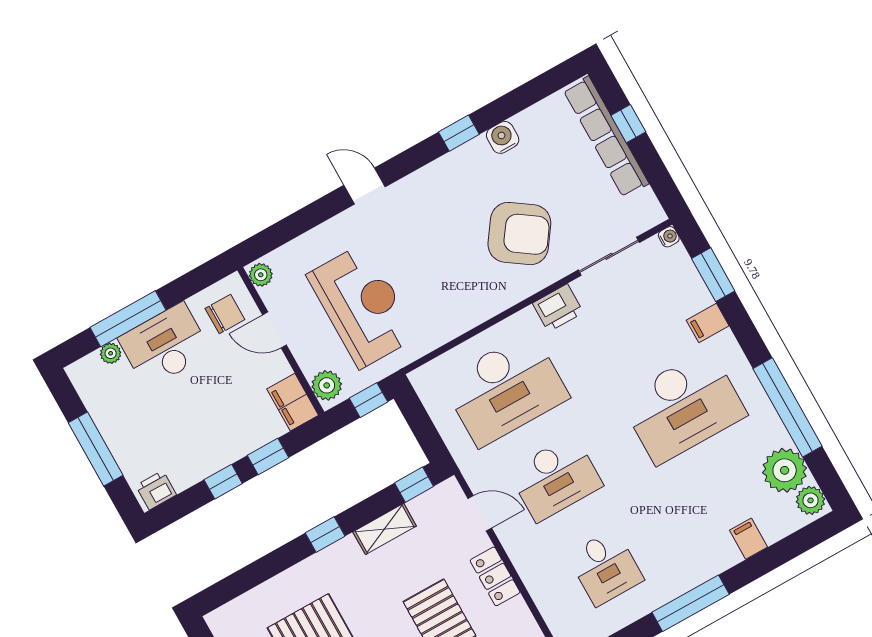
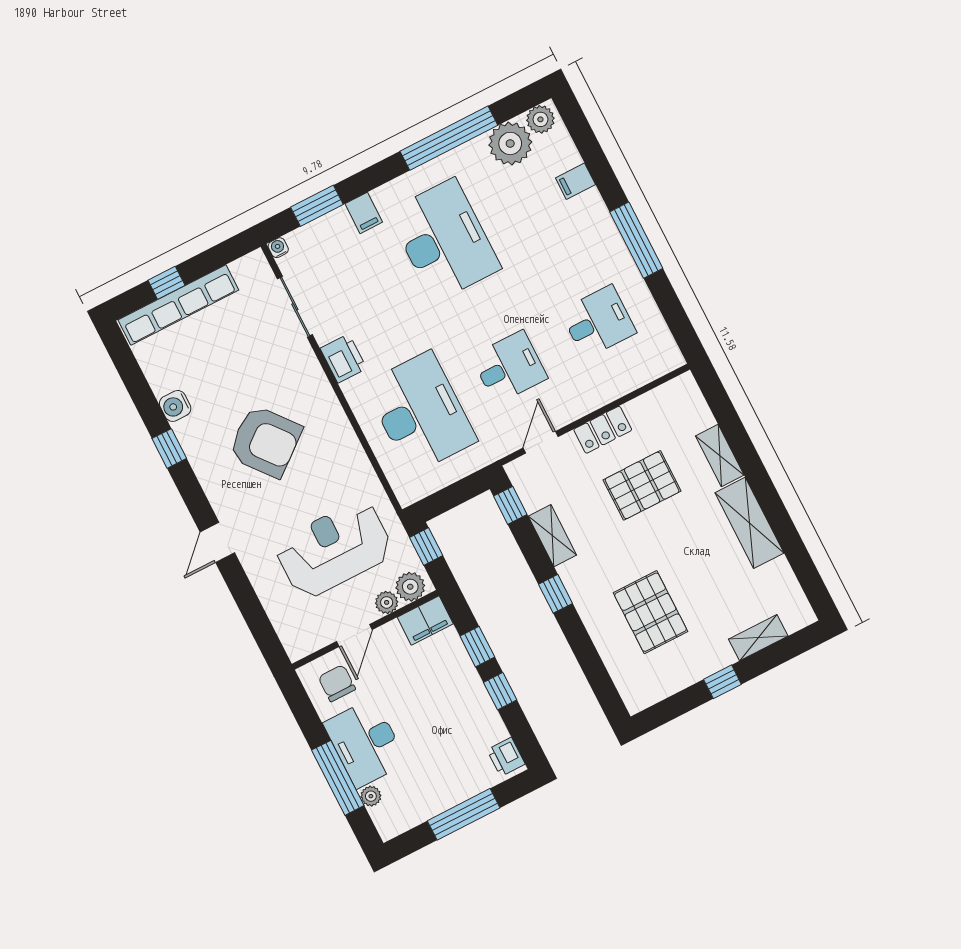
armchair: (519, 234) -> (265, 441), moved, turned 106
plant: (261, 275) -> (387, 602), moved
desk: (555, 478) -> (509, 367), width x0.73

